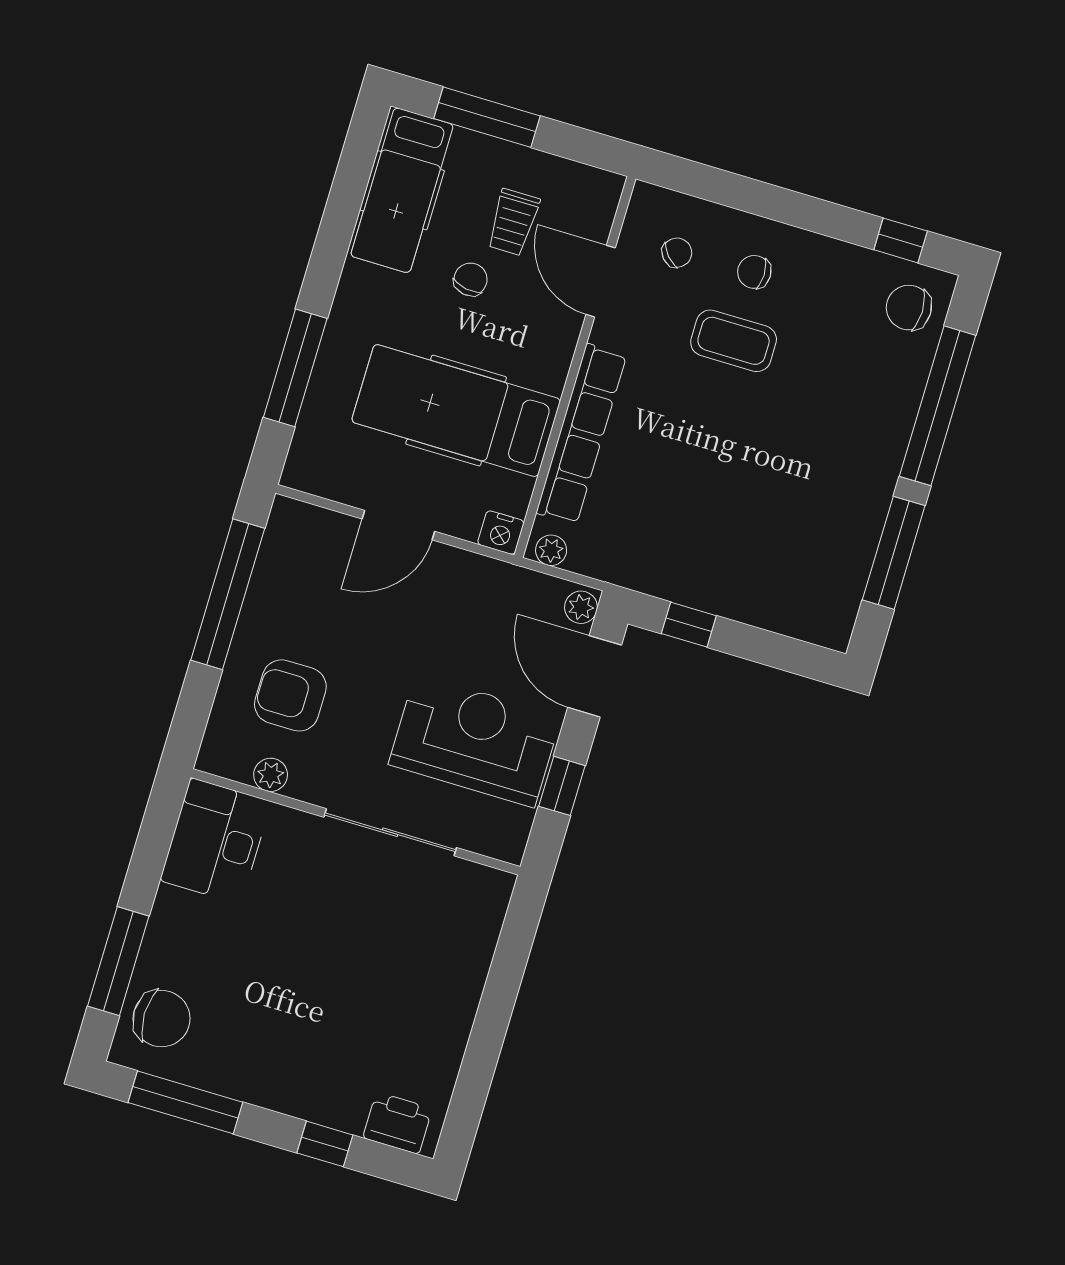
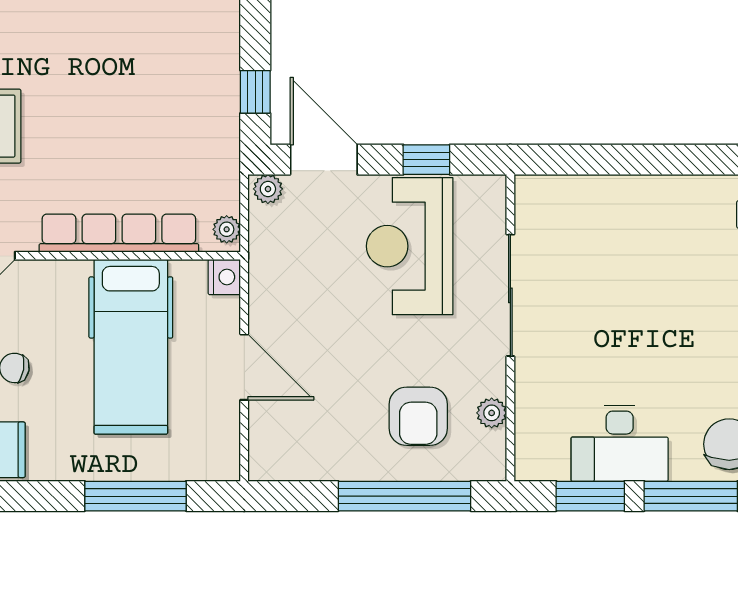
window: (228, 594) -> (405, 496), moved
door: (595, 676) -> (324, 160), swing flipped
desk: (216, 841) -> (620, 443), moved
window: (150, 854) -> (590, 496), added

